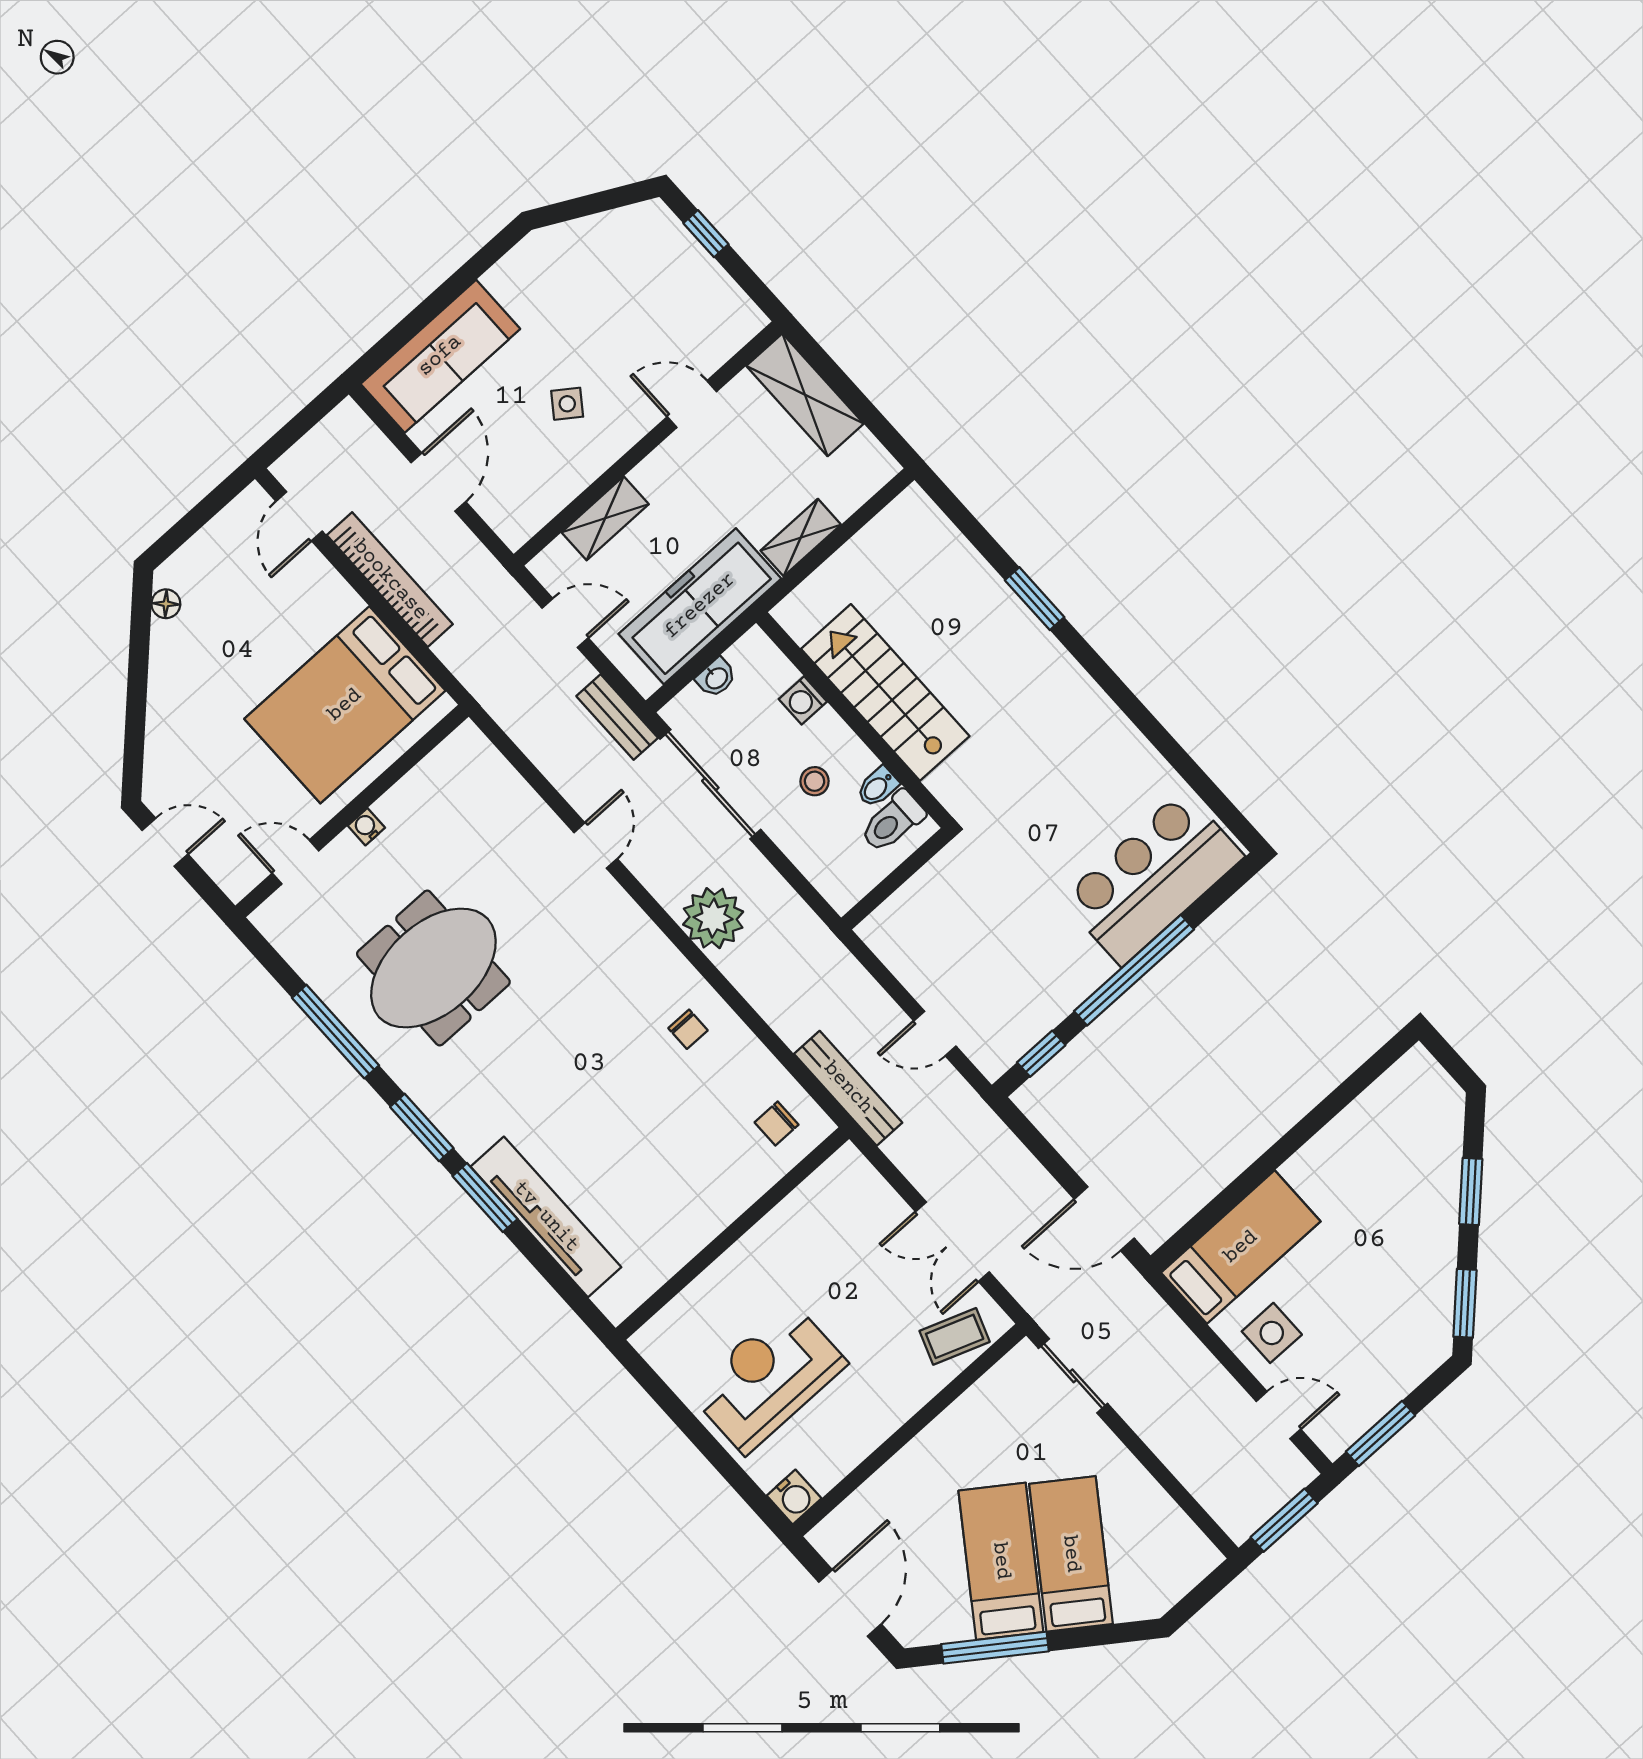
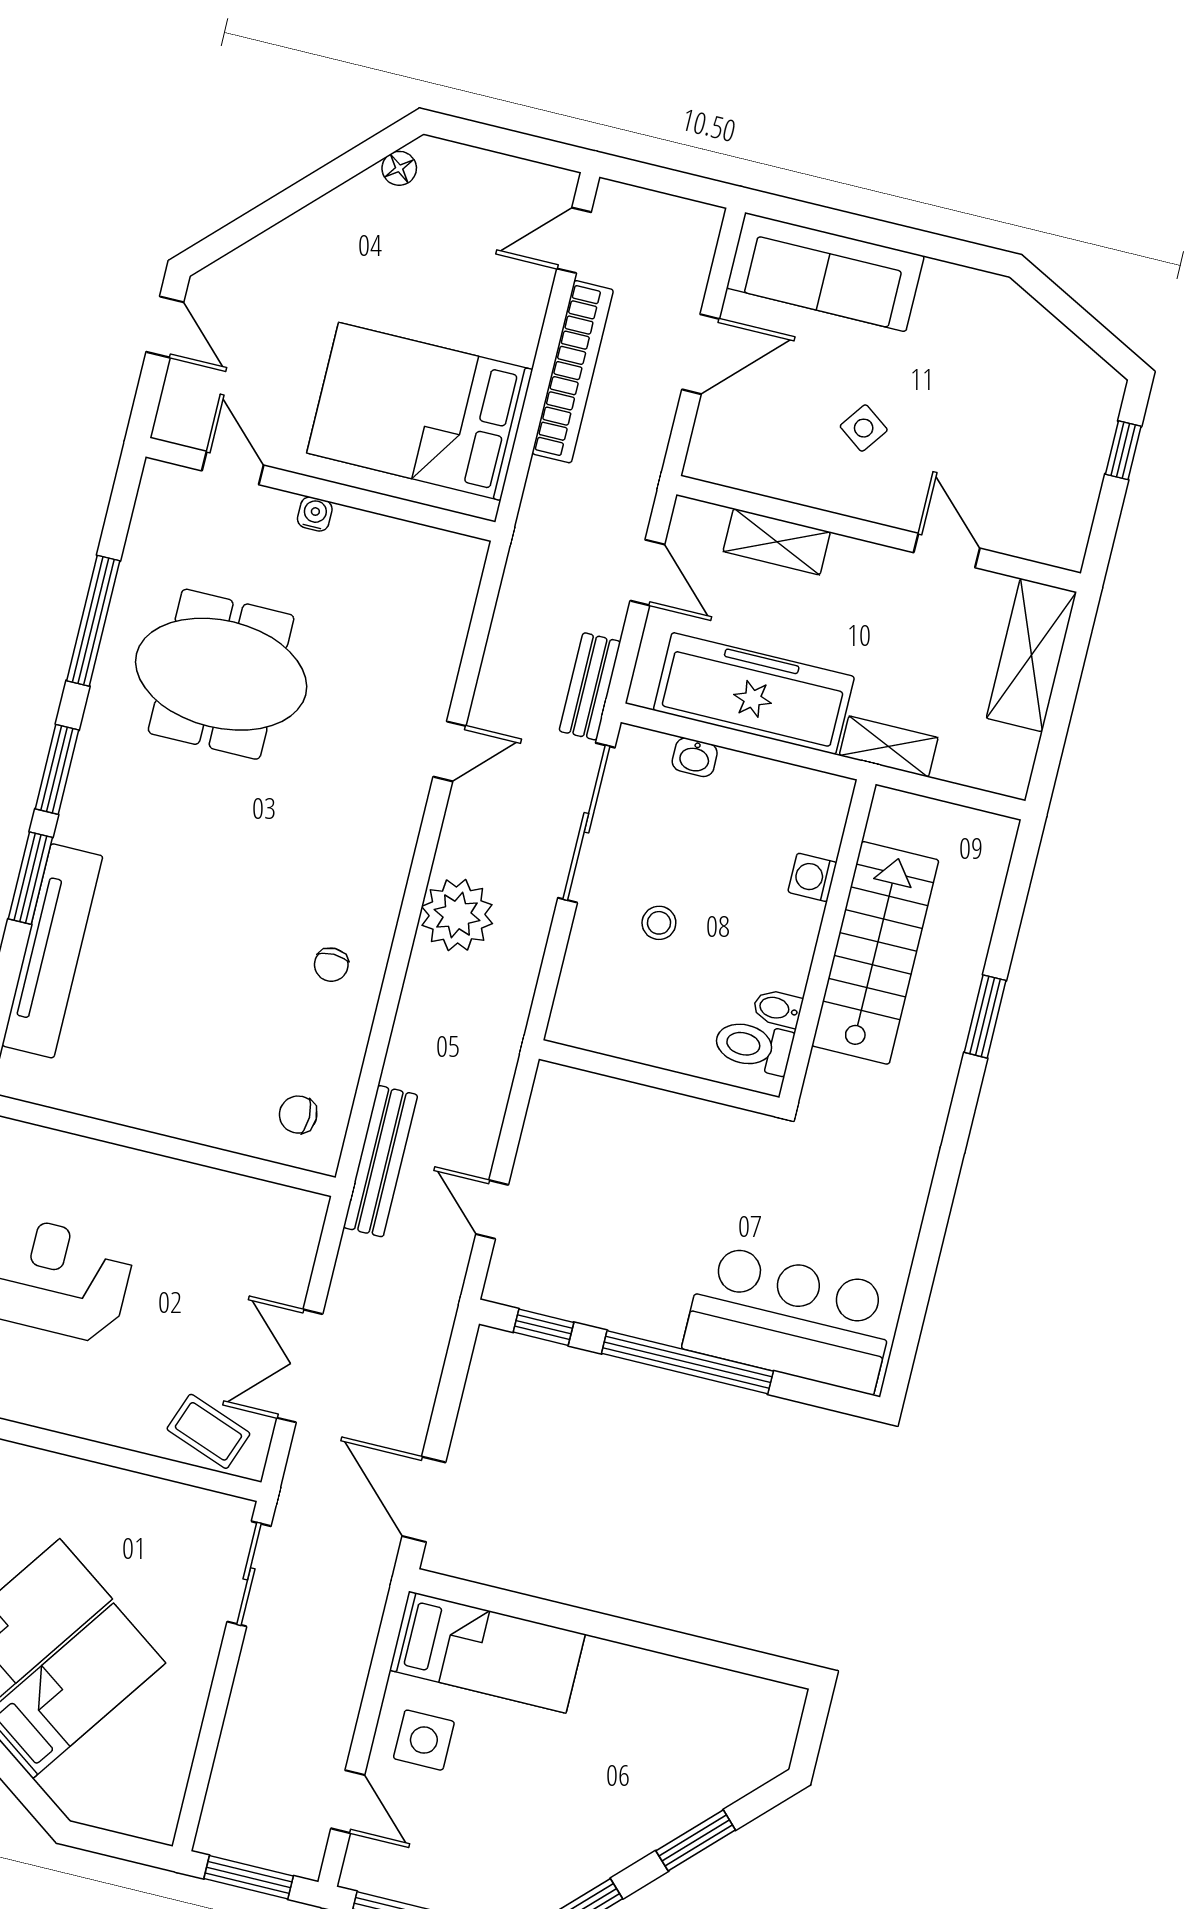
stairs: (885, 692) -> (875, 953), moved
washing machine: (803, 700) -> (812, 877), moved
wall: (854, 720) -> (828, 941), moved
bidet: (878, 787) -> (778, 1008), moved
toilet: (893, 822) -> (754, 1046), moved

